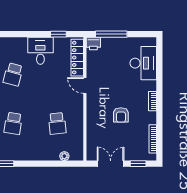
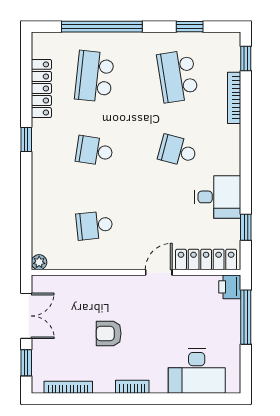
plant: (64, 156) -> (39, 262), moved

